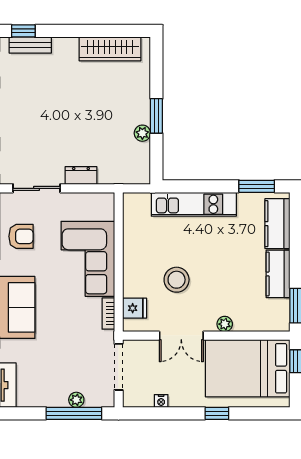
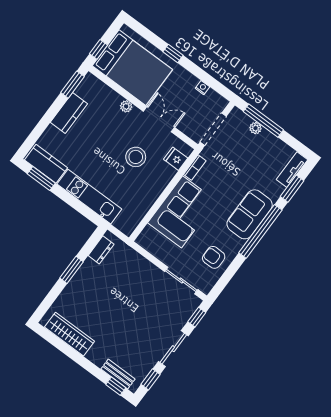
plant: (142, 133) -> (89, 266), removed
dresser: (81, 175) -> (101, 250), moved, turned -90
kitchen counter: (277, 224) -> (46, 164), moved, turned -90

